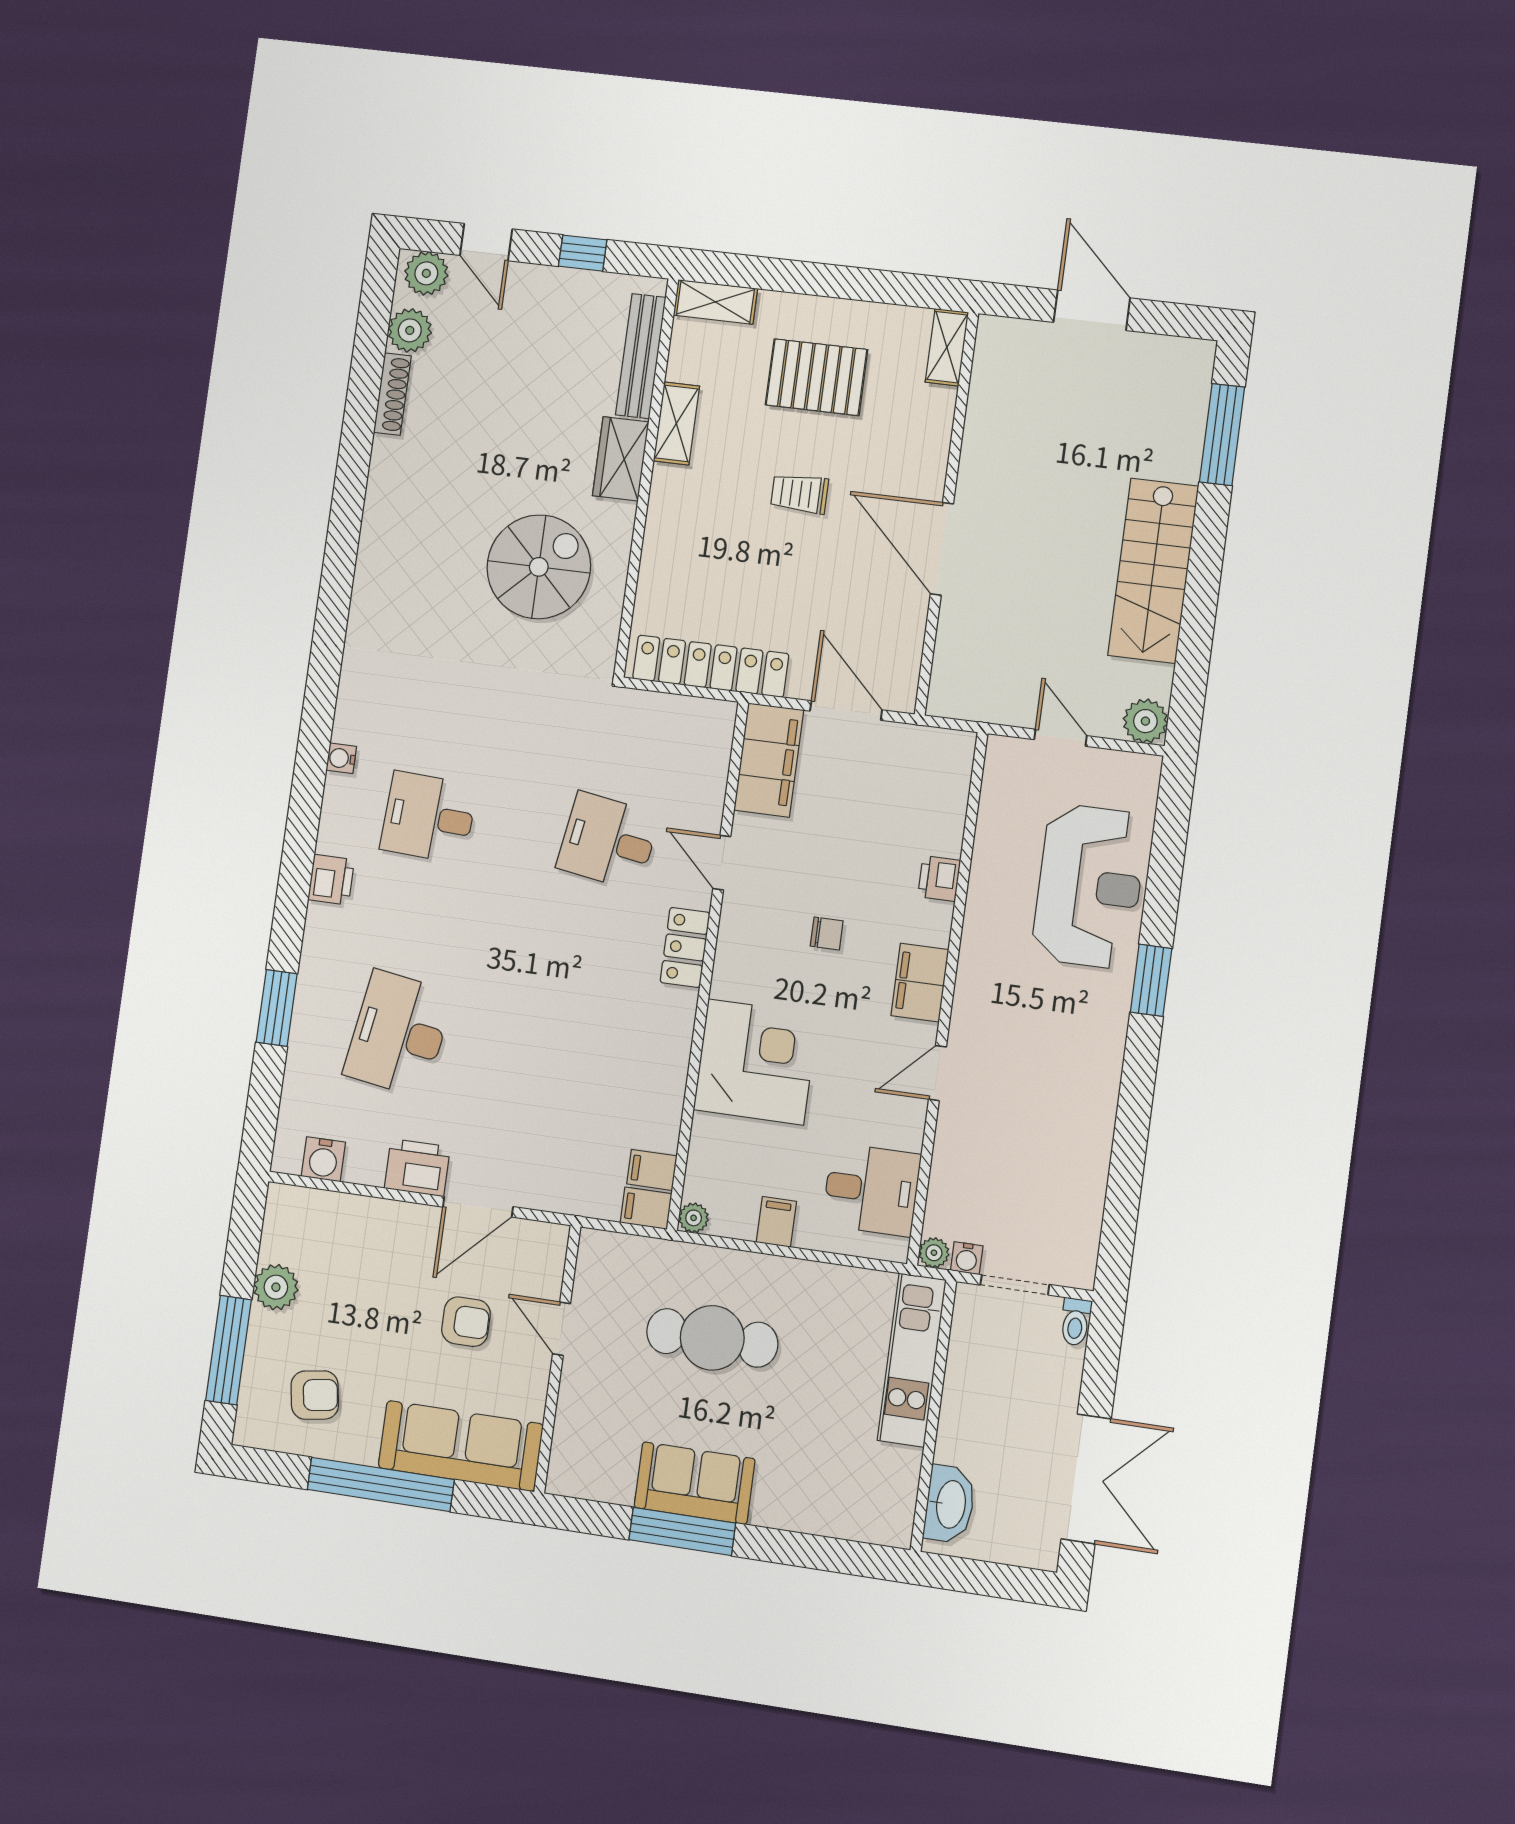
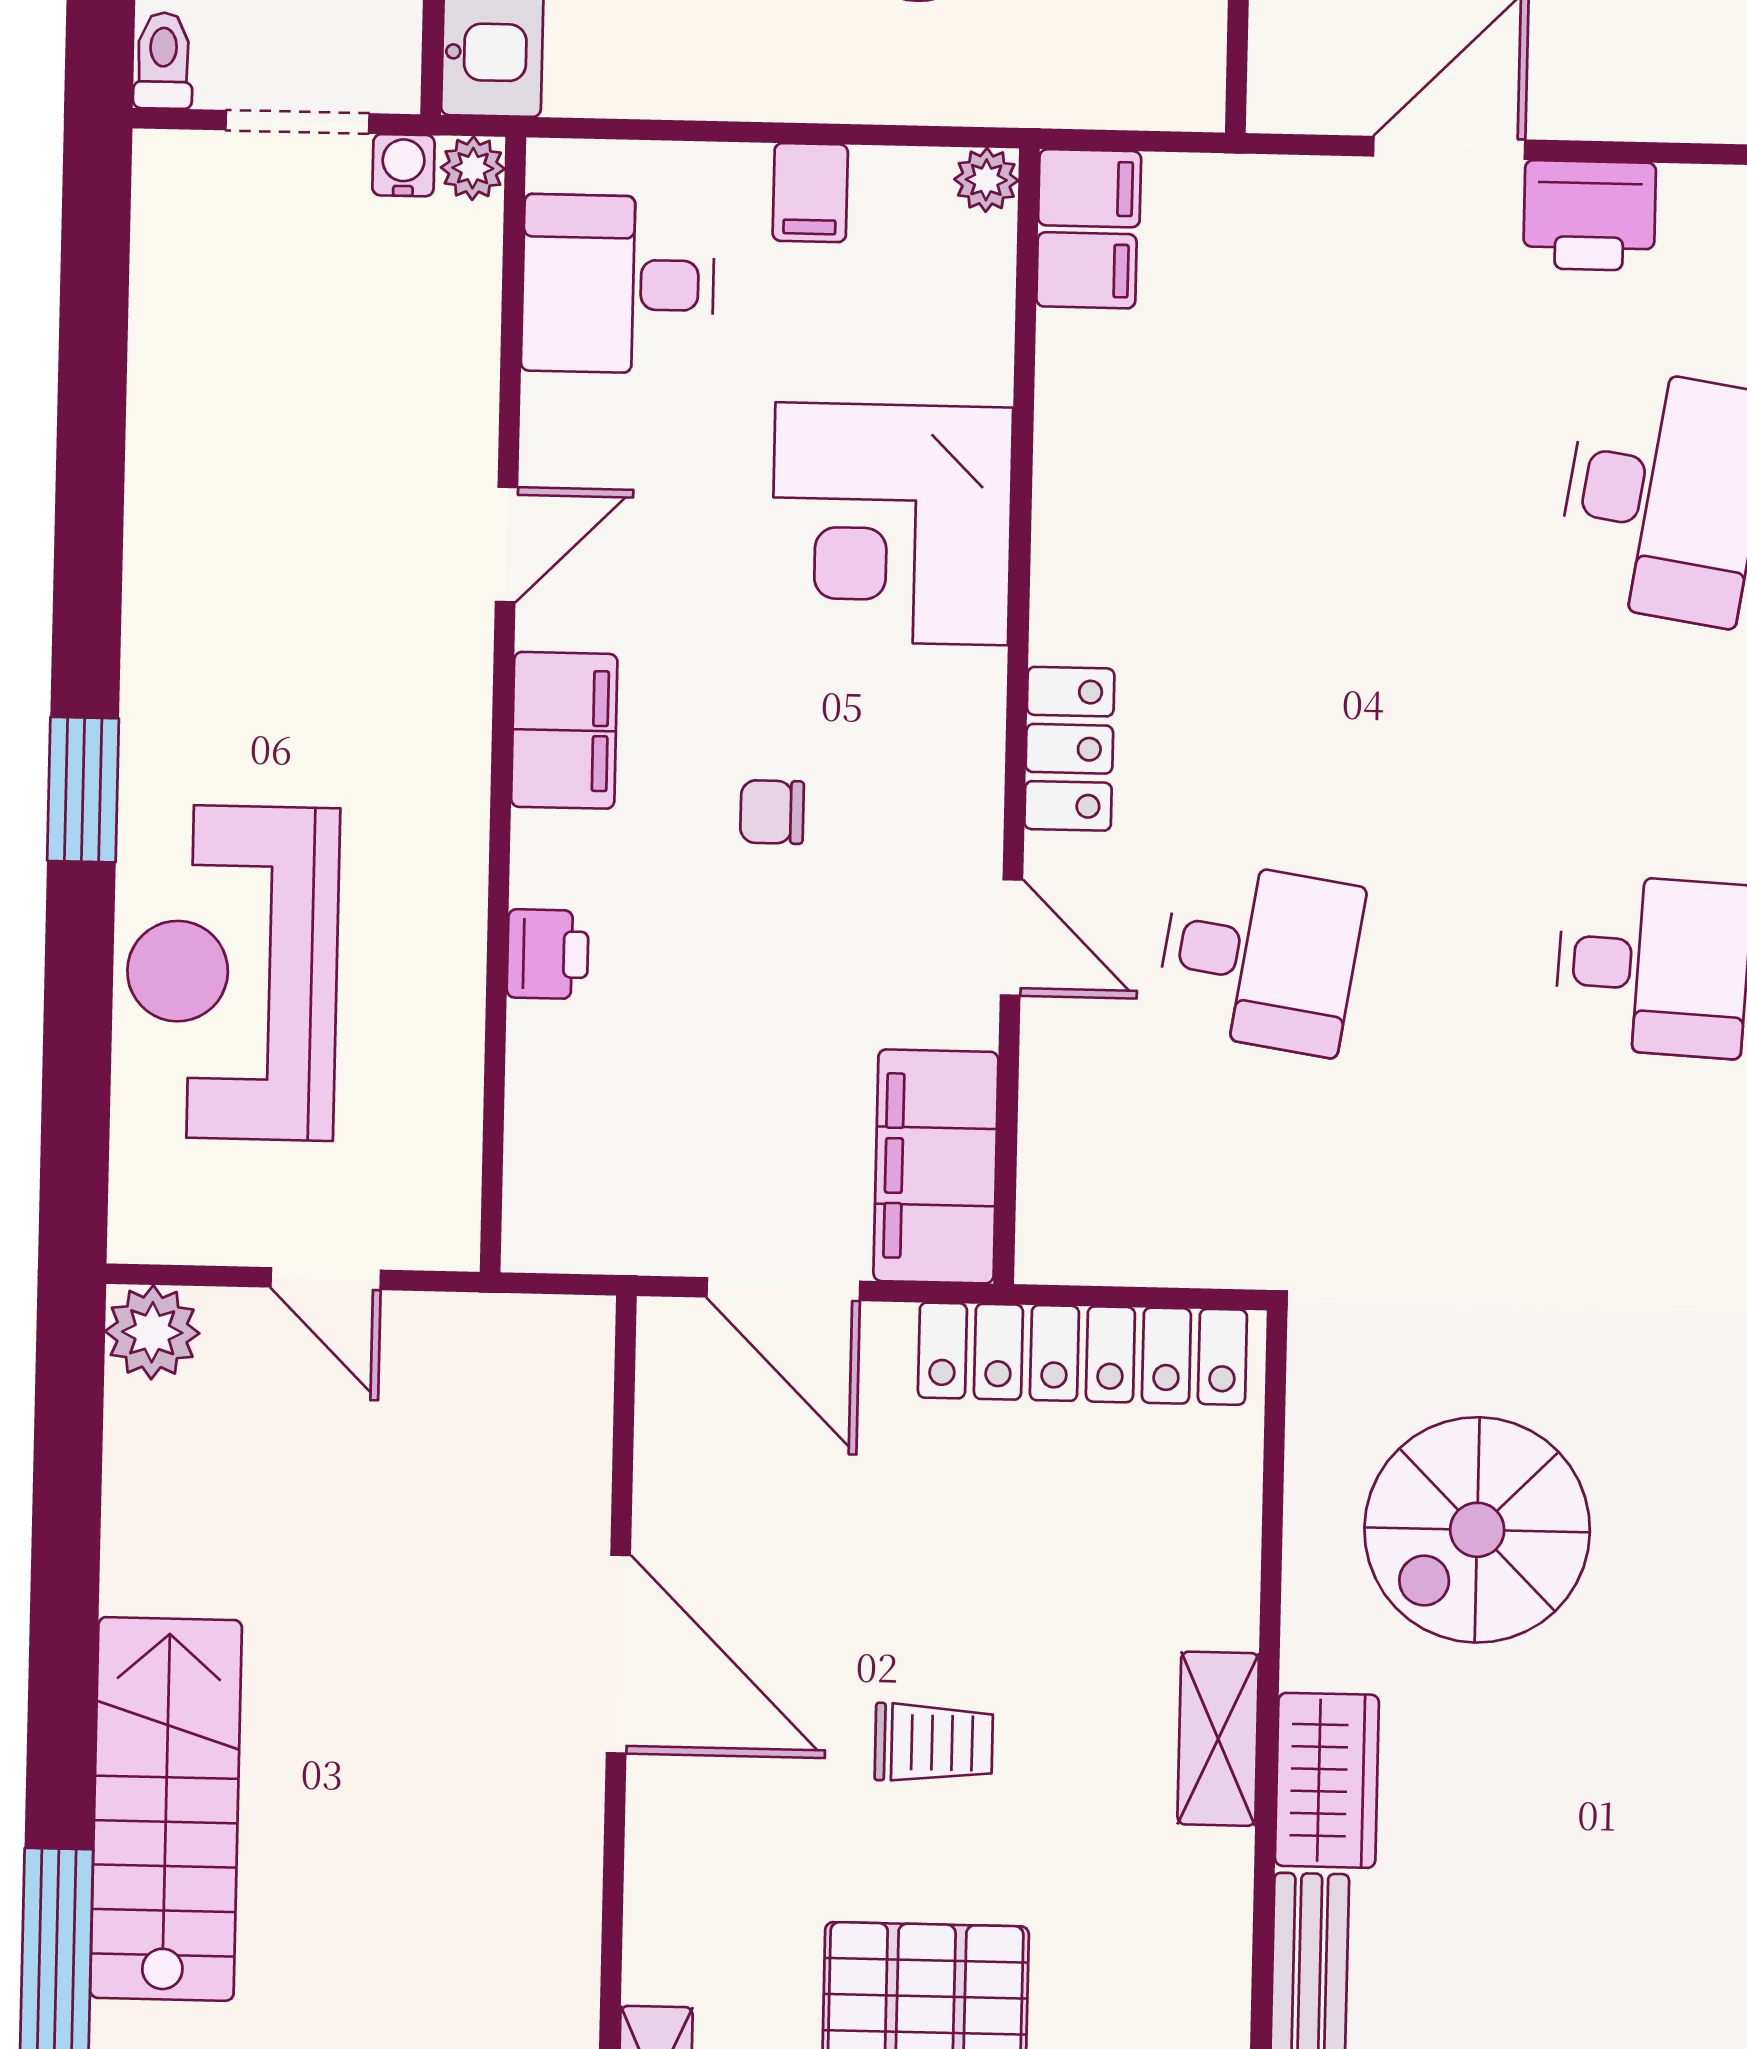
shelving: (676, 423) -> (1218, 1739), moved
stairs: (1153, 571) -> (166, 1809), moved

